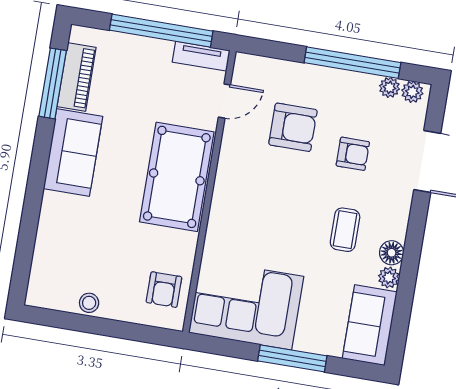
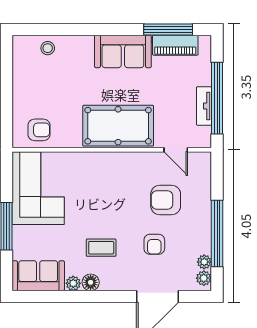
tv unit: (201, 56) -> (204, 106), moved
armchair: (293, 127) -> (166, 200), turned 90
armchair: (164, 290) -> (39, 130), turned 180
stool: (89, 303) -> (48, 48), moved

